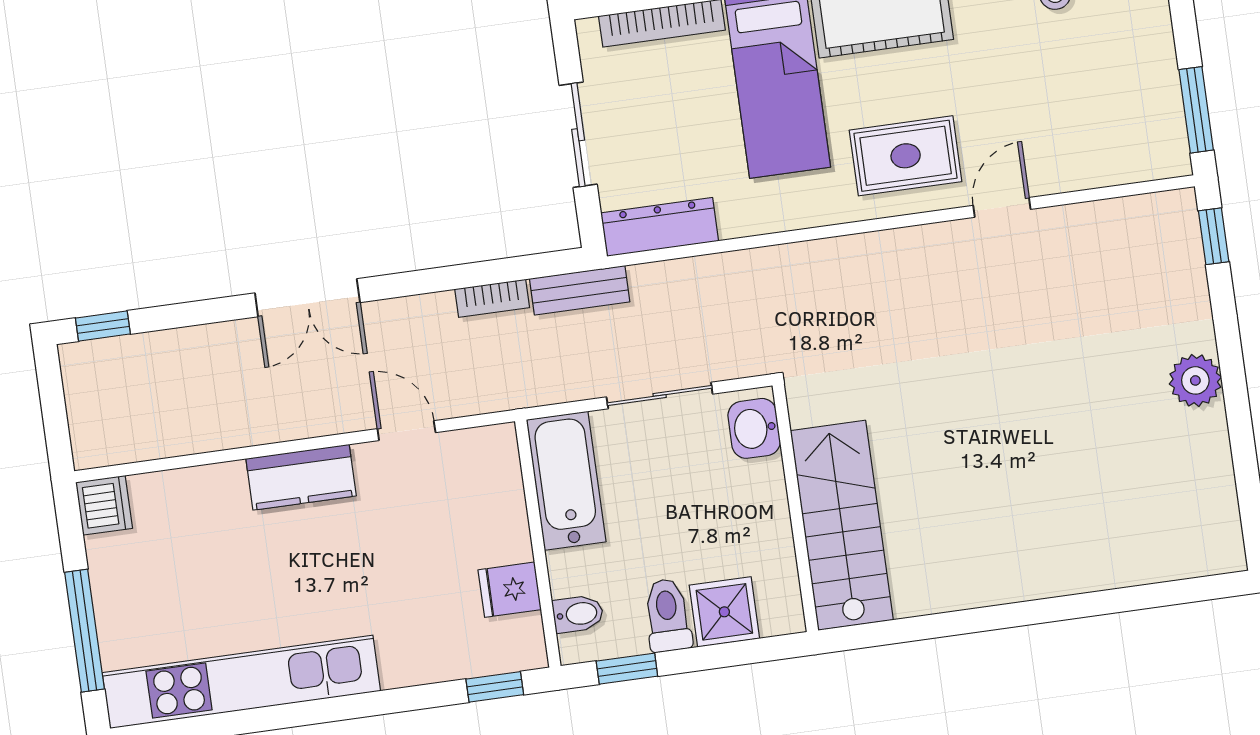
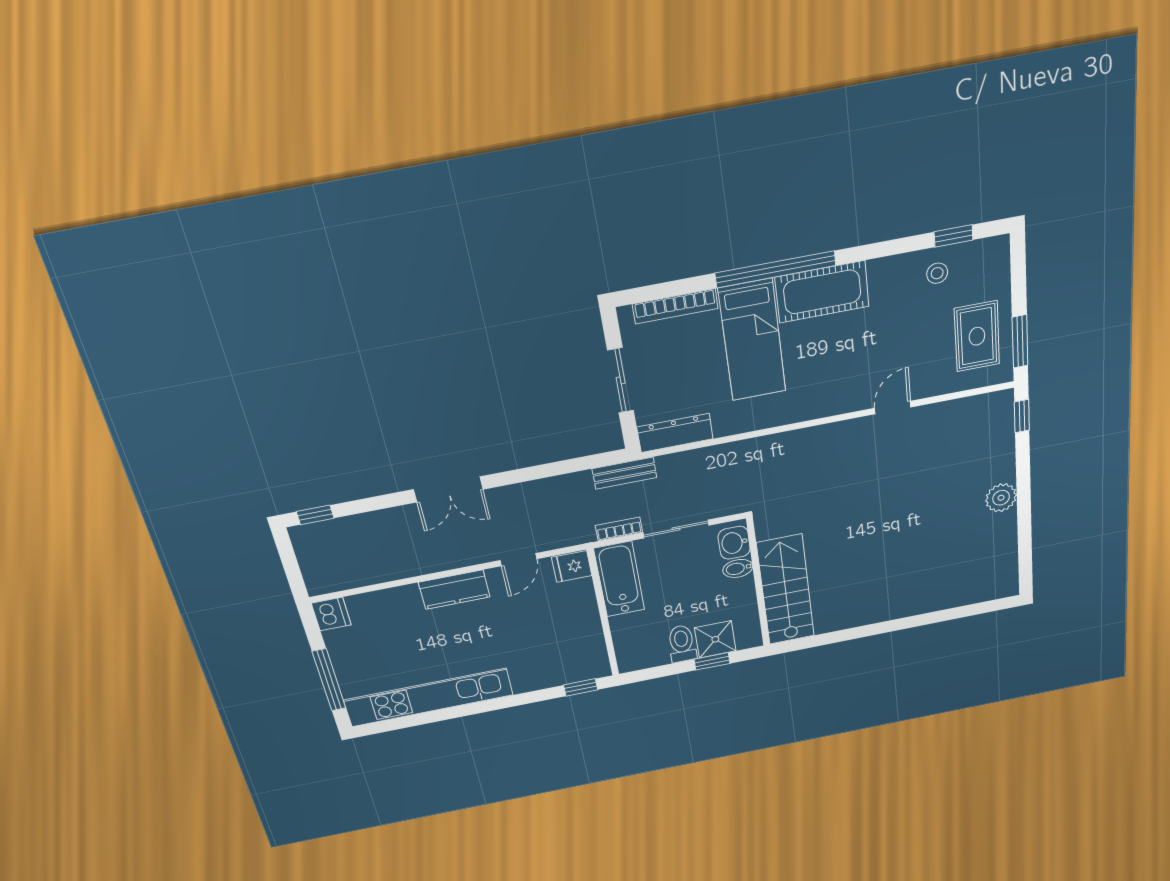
rug: (906, 156) -> (977, 336), moved, turned 90
bookcase: (492, 298) -> (619, 529), moved, turned 180
door: (406, 431) -> (518, 560), swing flipped
fridge: (510, 590) -> (572, 566), moved
bidet: (578, 614) -> (738, 568), moved, turned 180
window: (627, 669) -> (712, 661), moved

